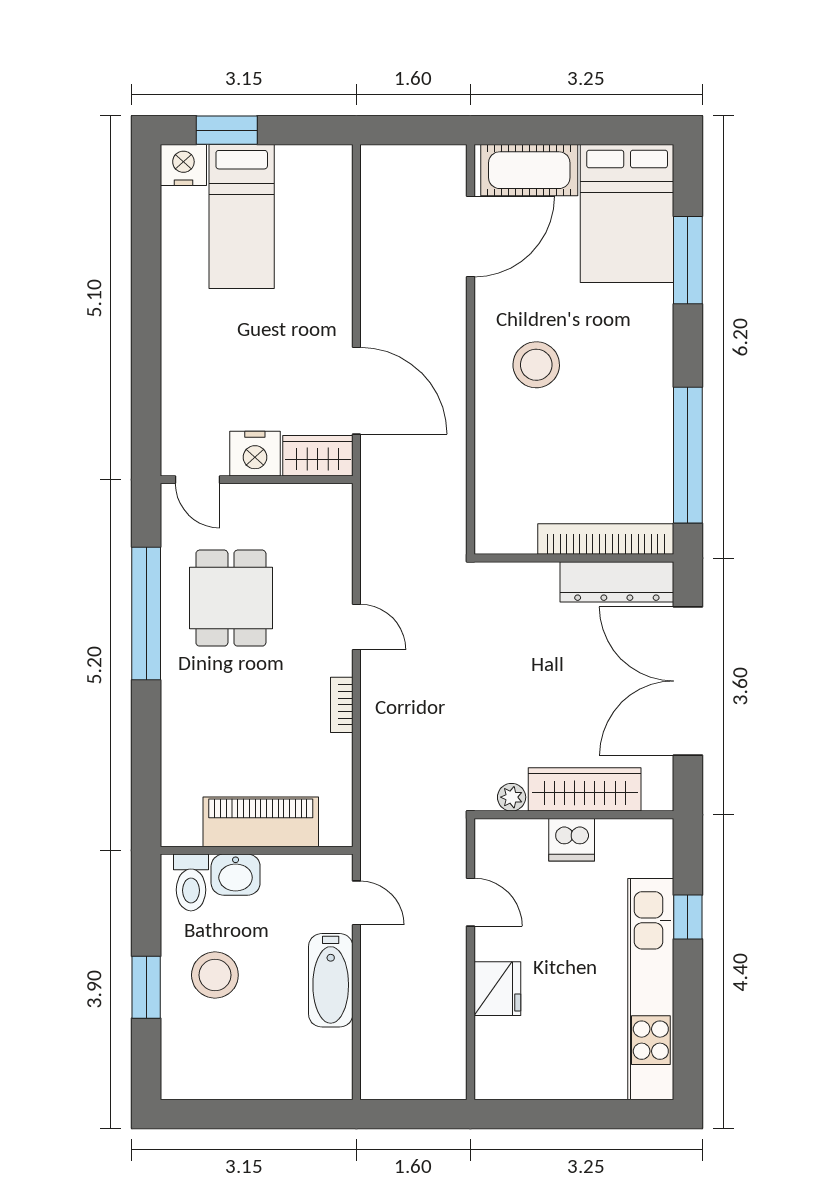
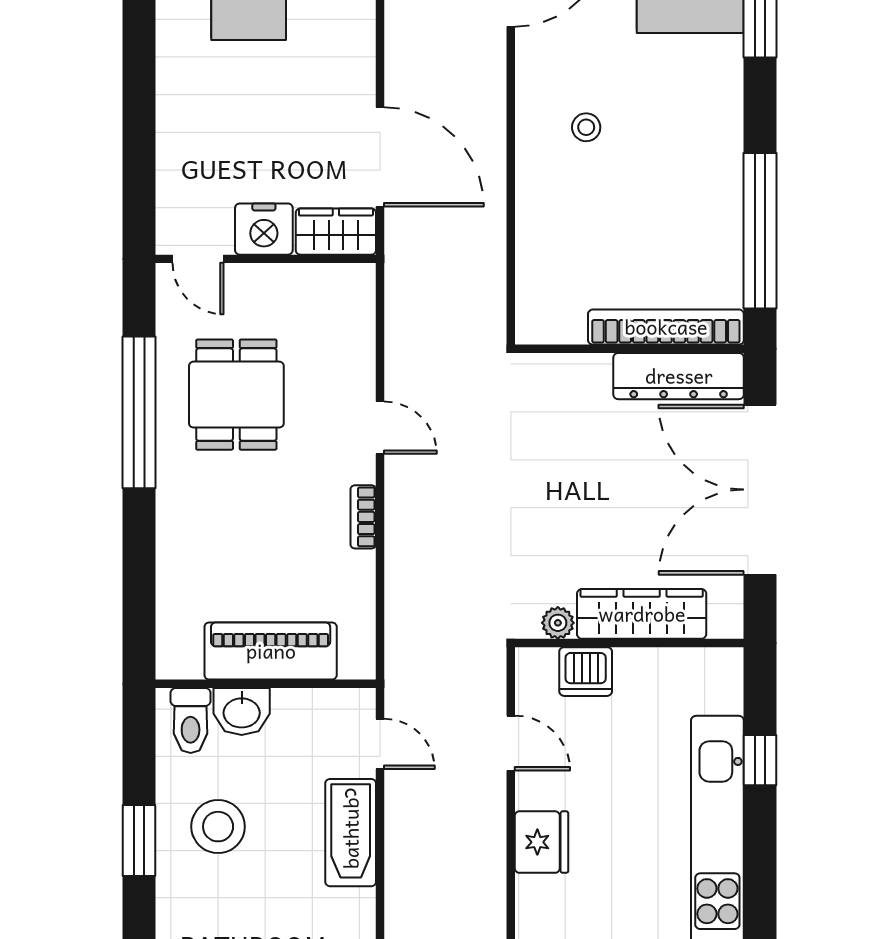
stool: (536, 365) -> (586, 127), width x0.53, depth x0.53
dishwasher: (572, 840) -> (586, 672), moved

